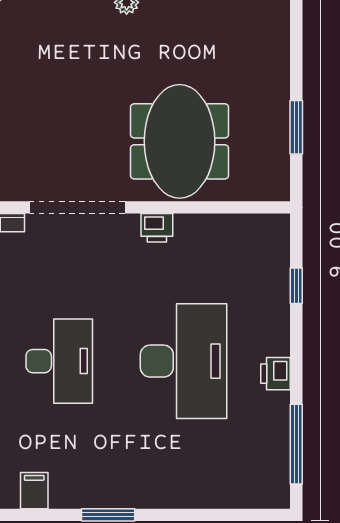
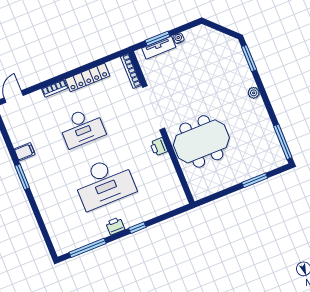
window: (296, 127) -> (255, 180), moved
window: (296, 286) -> (137, 228), moved
filing cabinet: (34, 491) -> (25, 152), moved

